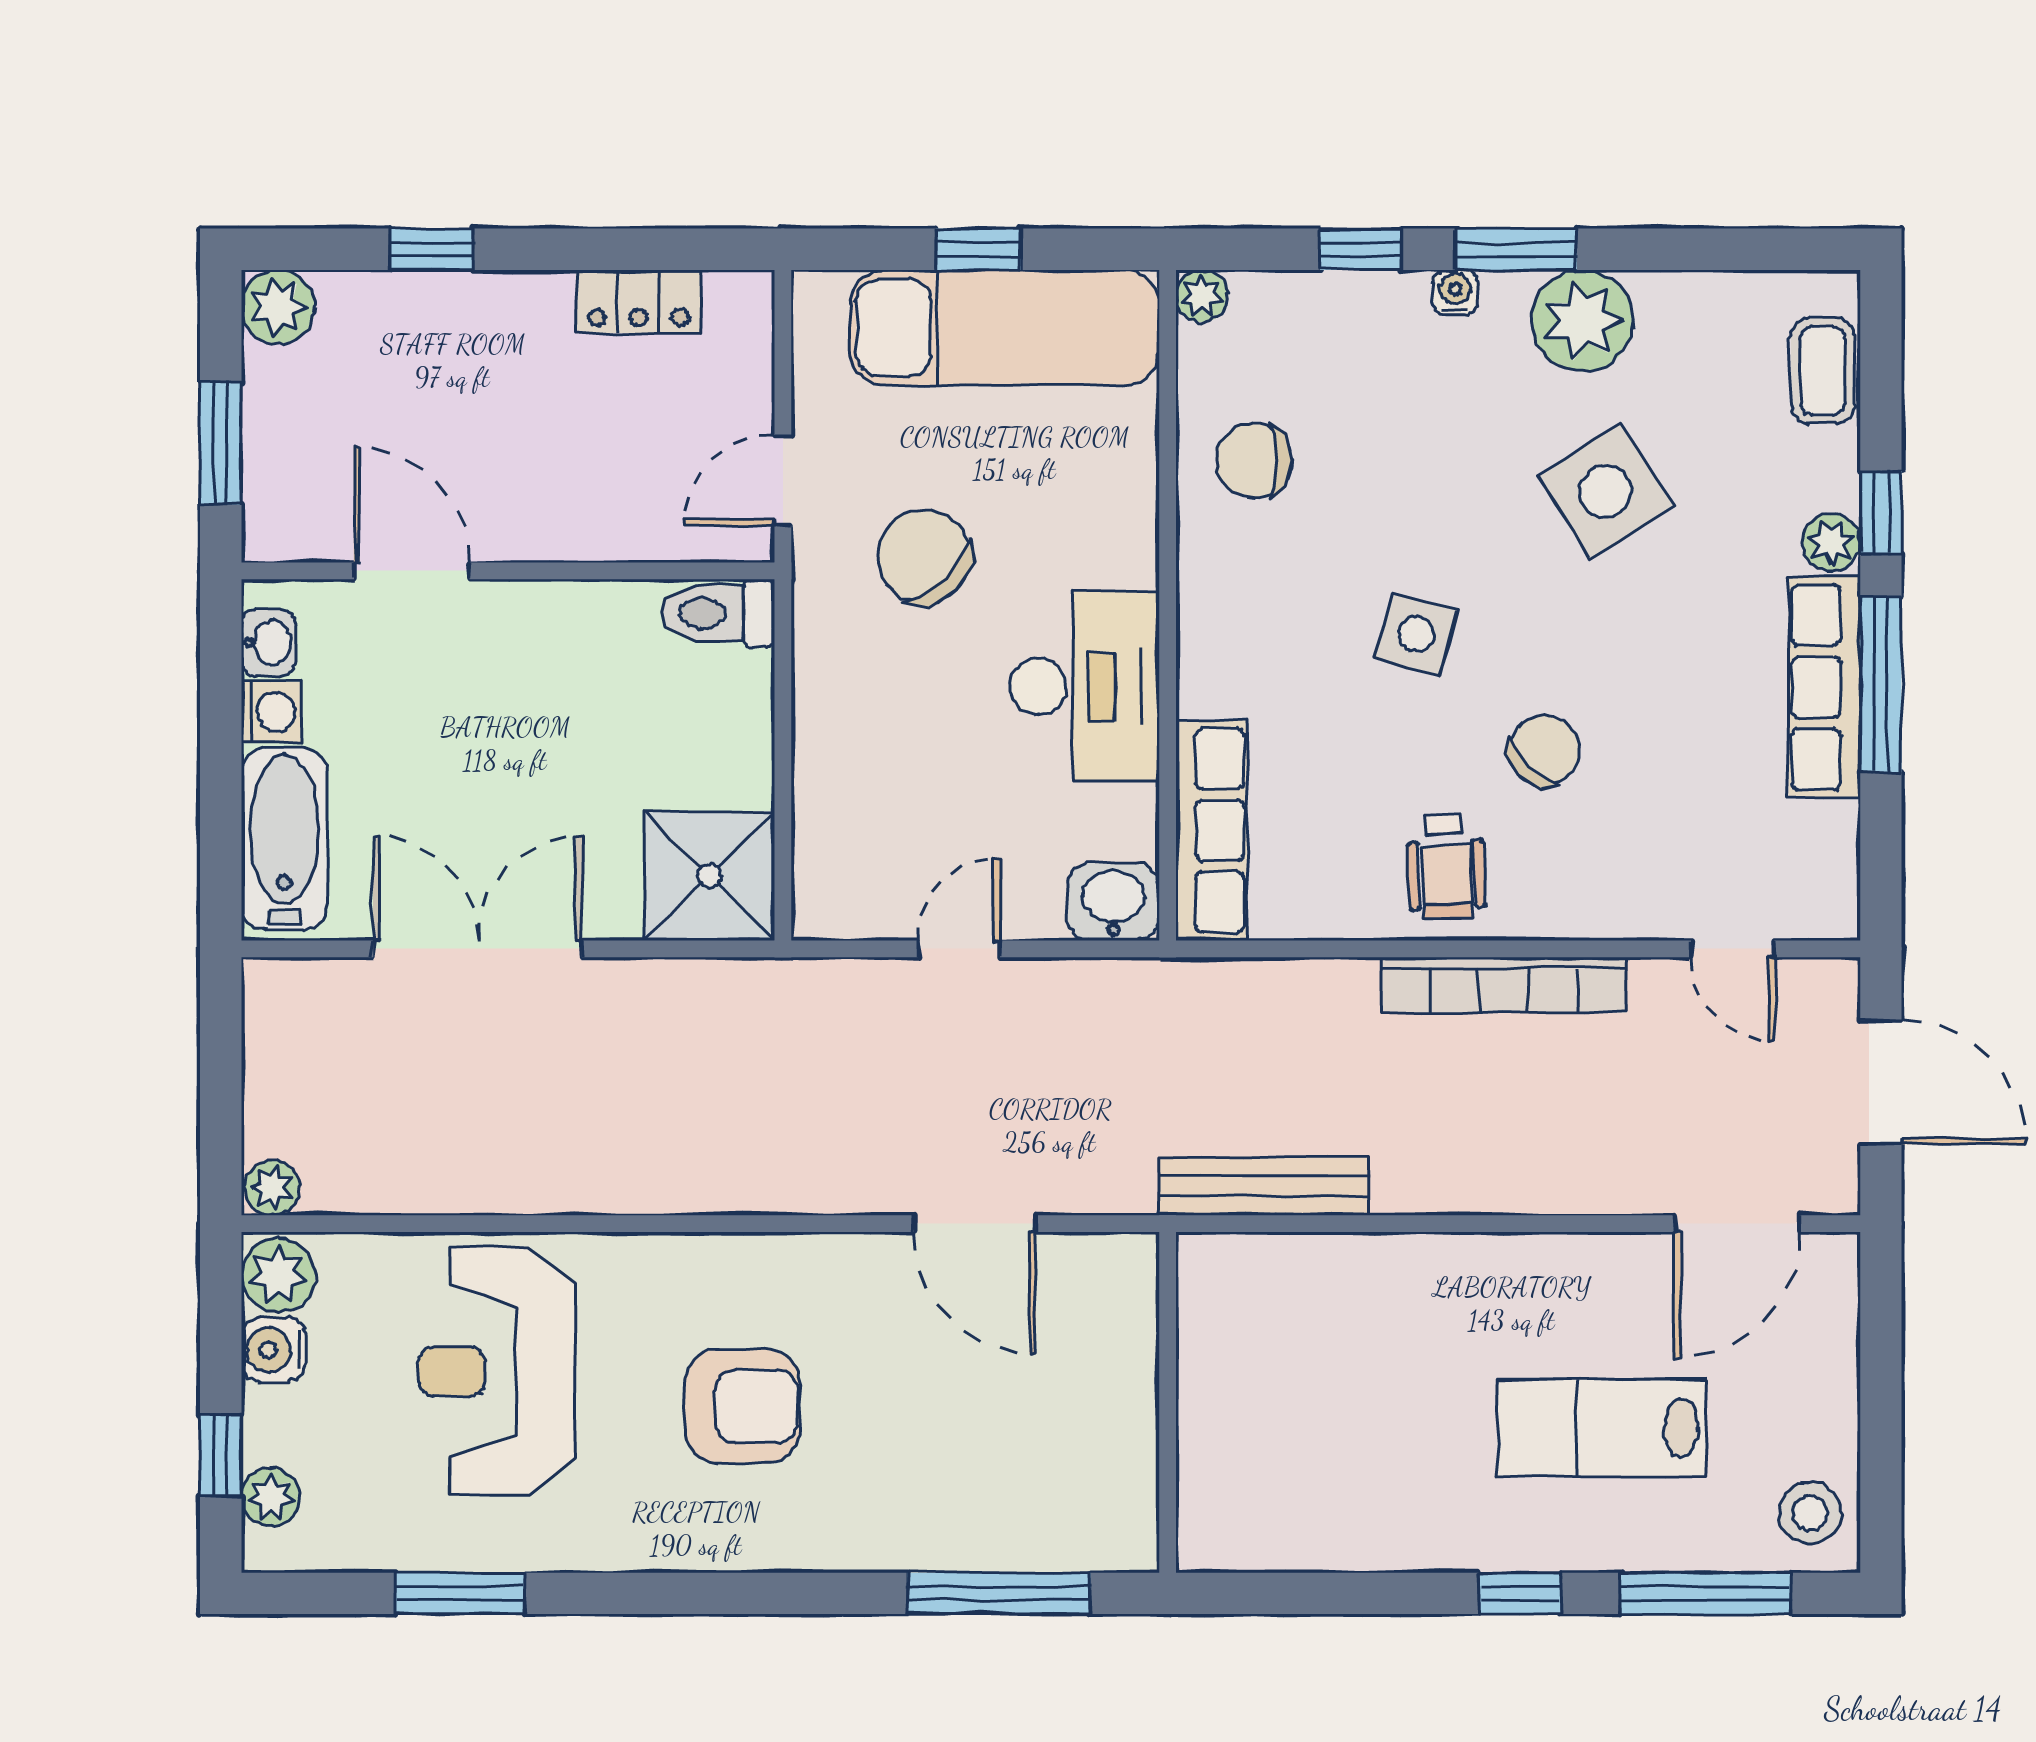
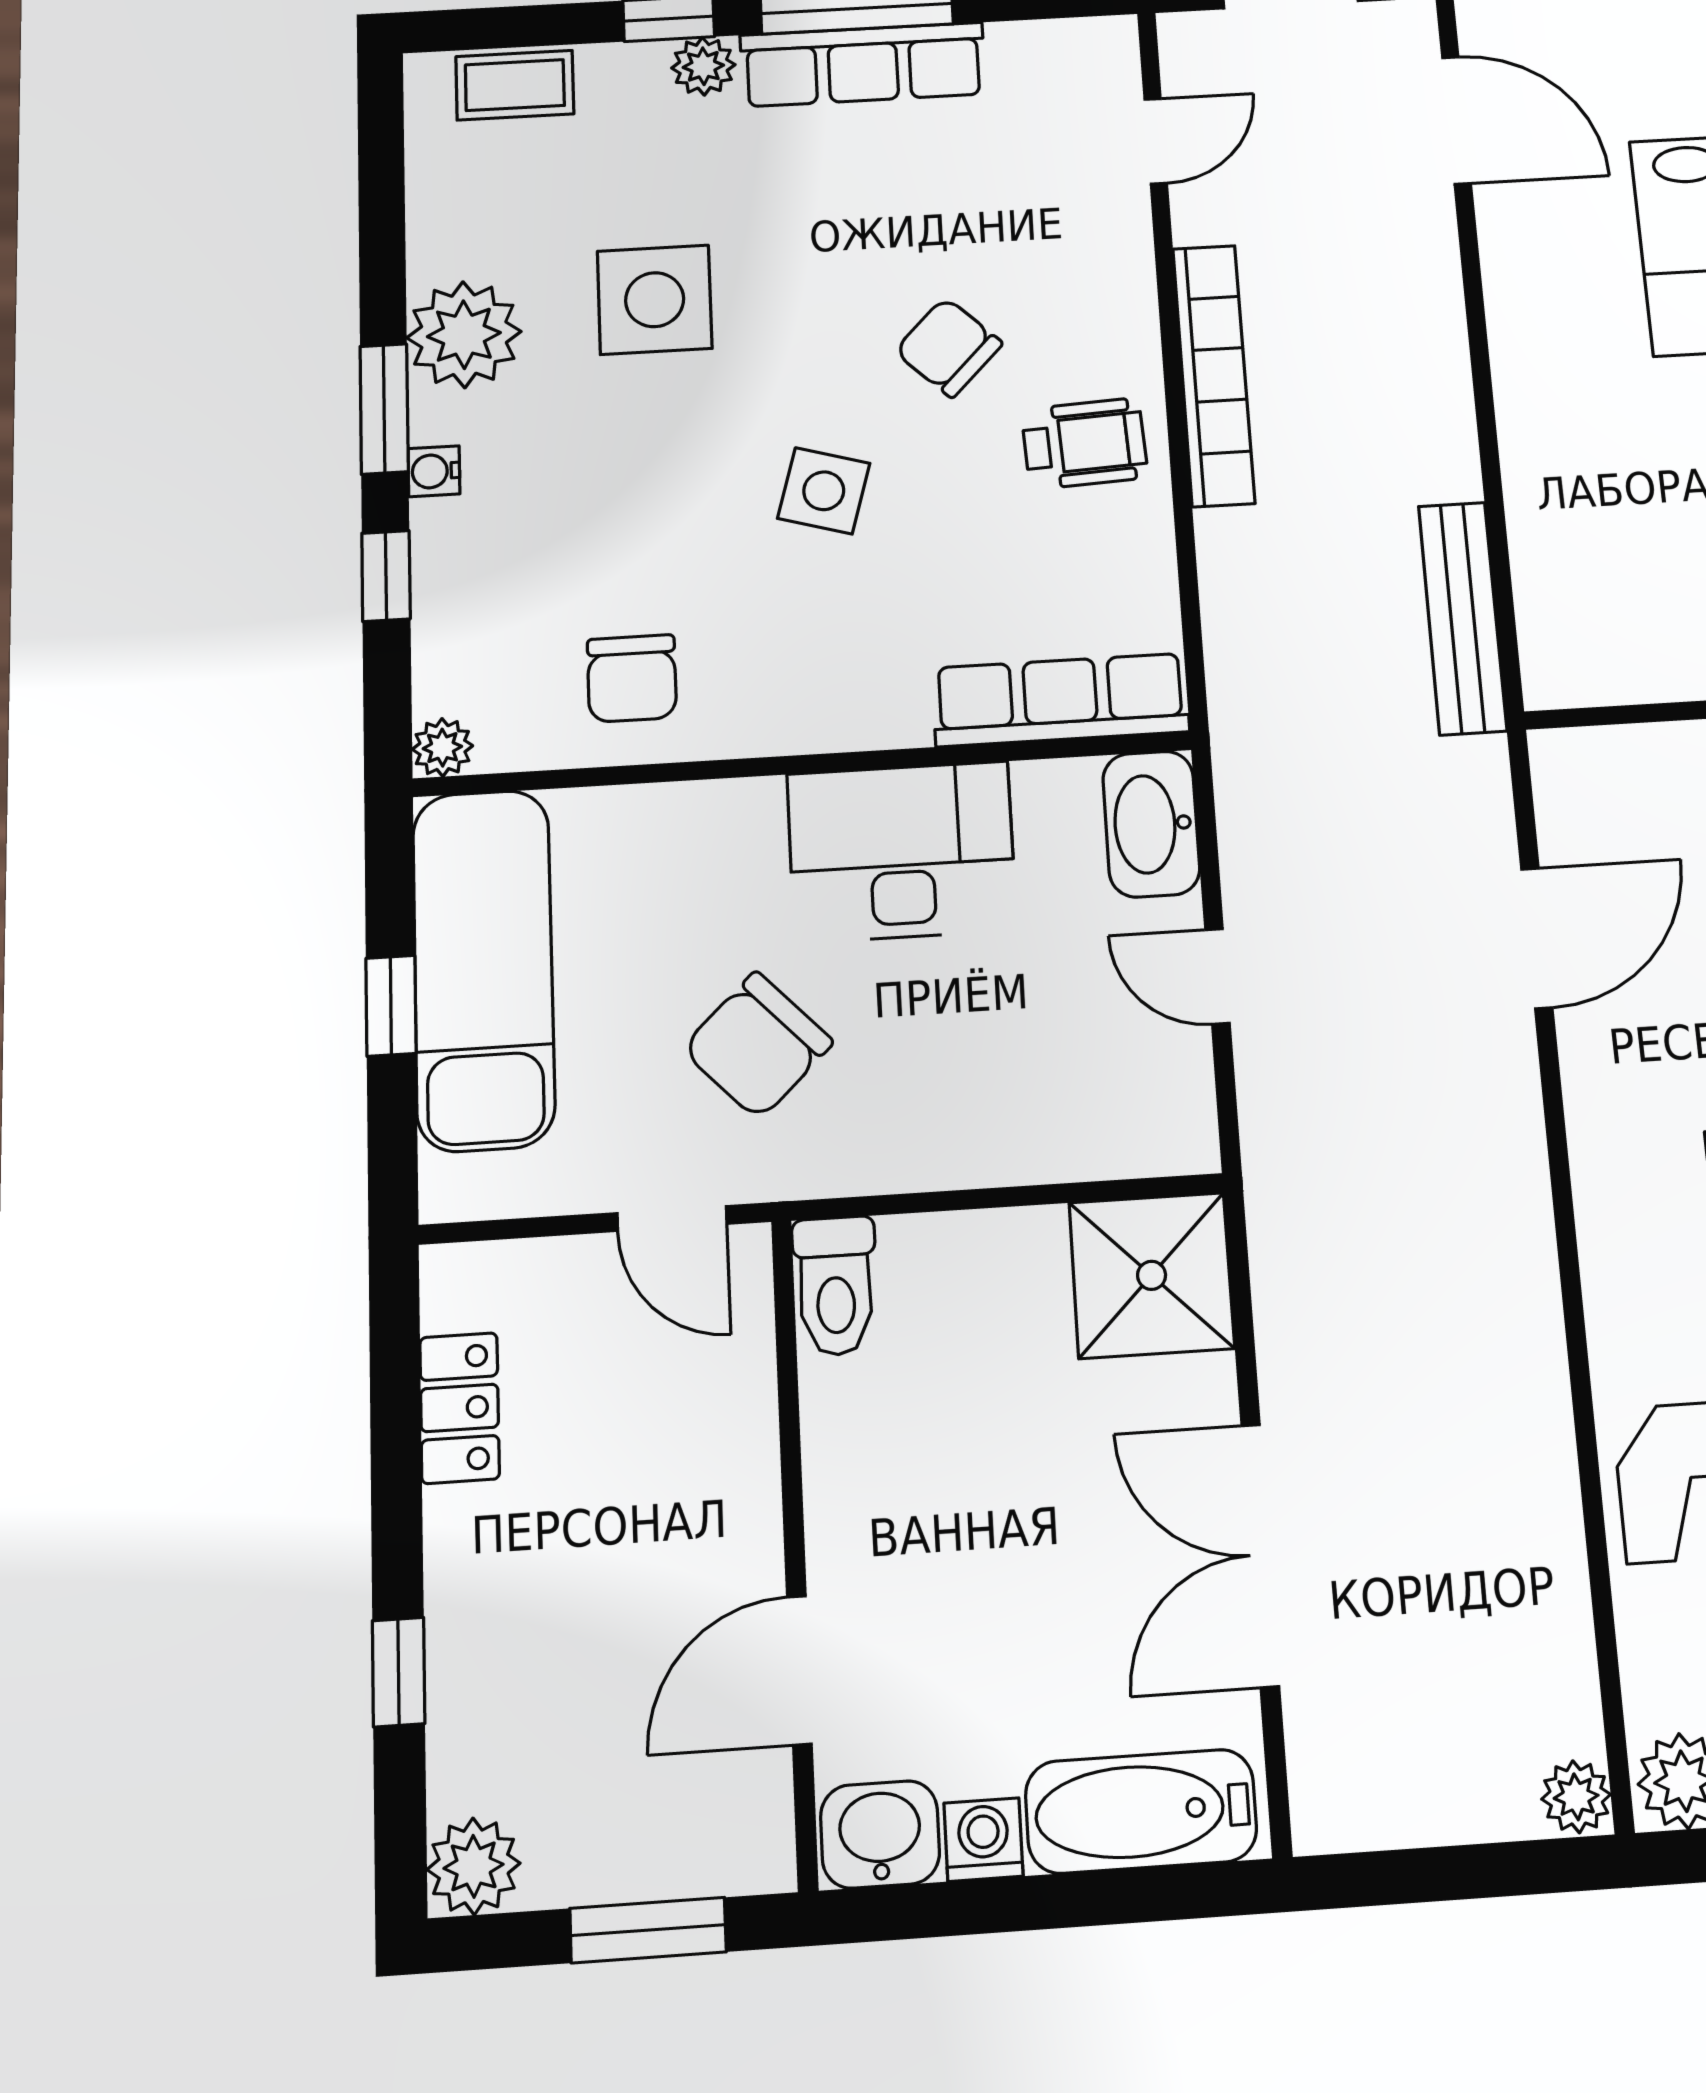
side table: (1606, 491) -> (655, 300), turned 32
washbasin: (269, 643) -> (880, 1834), width x1.38, depth x1.45
washbasin: (1113, 902) -> (1151, 824), width x1.38

